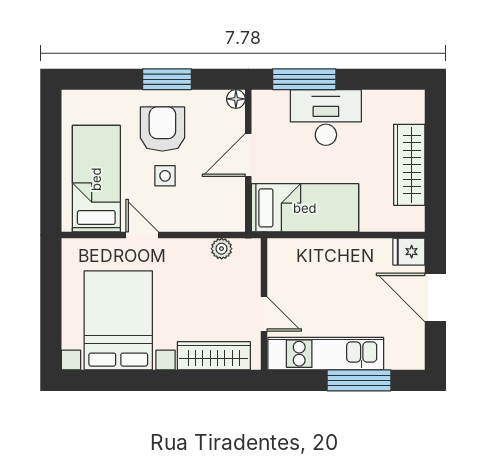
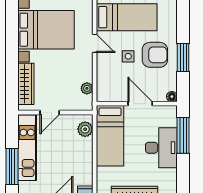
door: (142, 235) -> (95, 43), hinge flipped
plant: (293, 252) -> (85, 129), added

